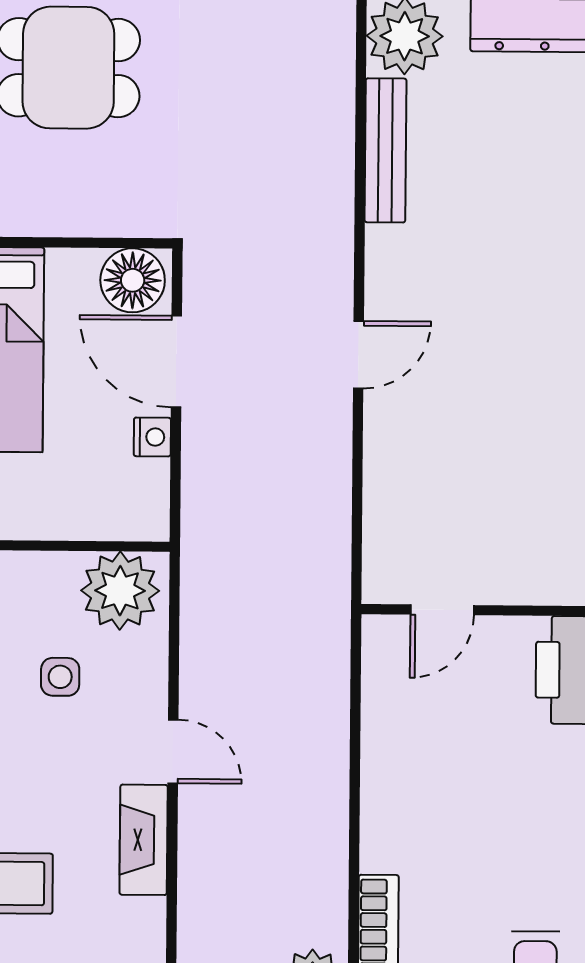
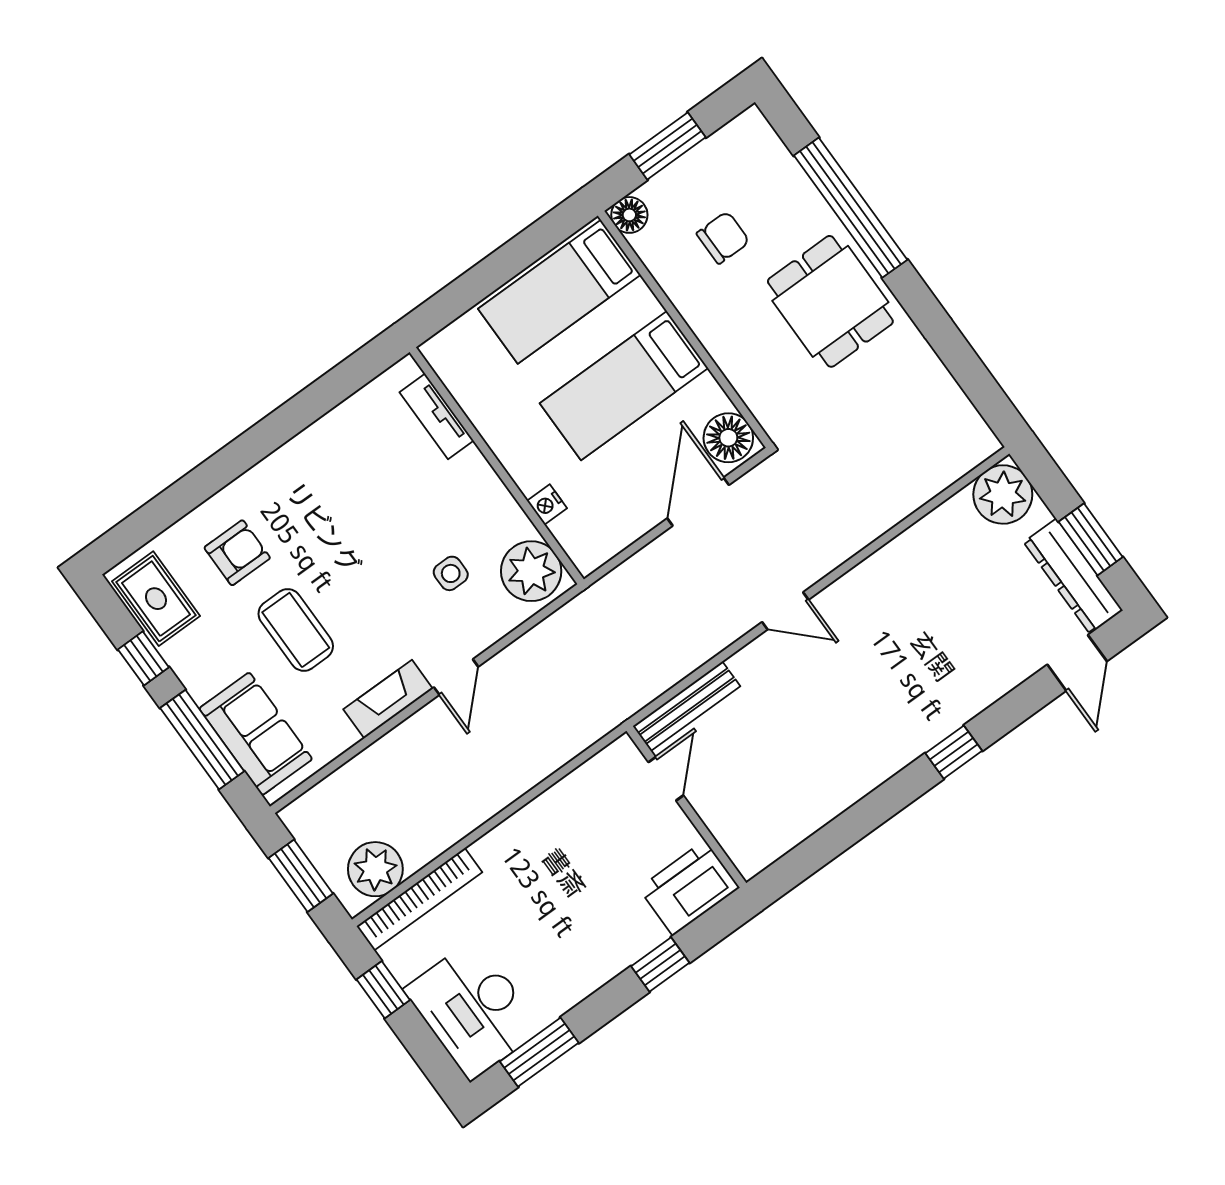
bench: (385, 150) -> (686, 706), moved
nightstand: (152, 437) -> (547, 504), moved, turned 90
door: (442, 610) -> (666, 779), swing flipped

